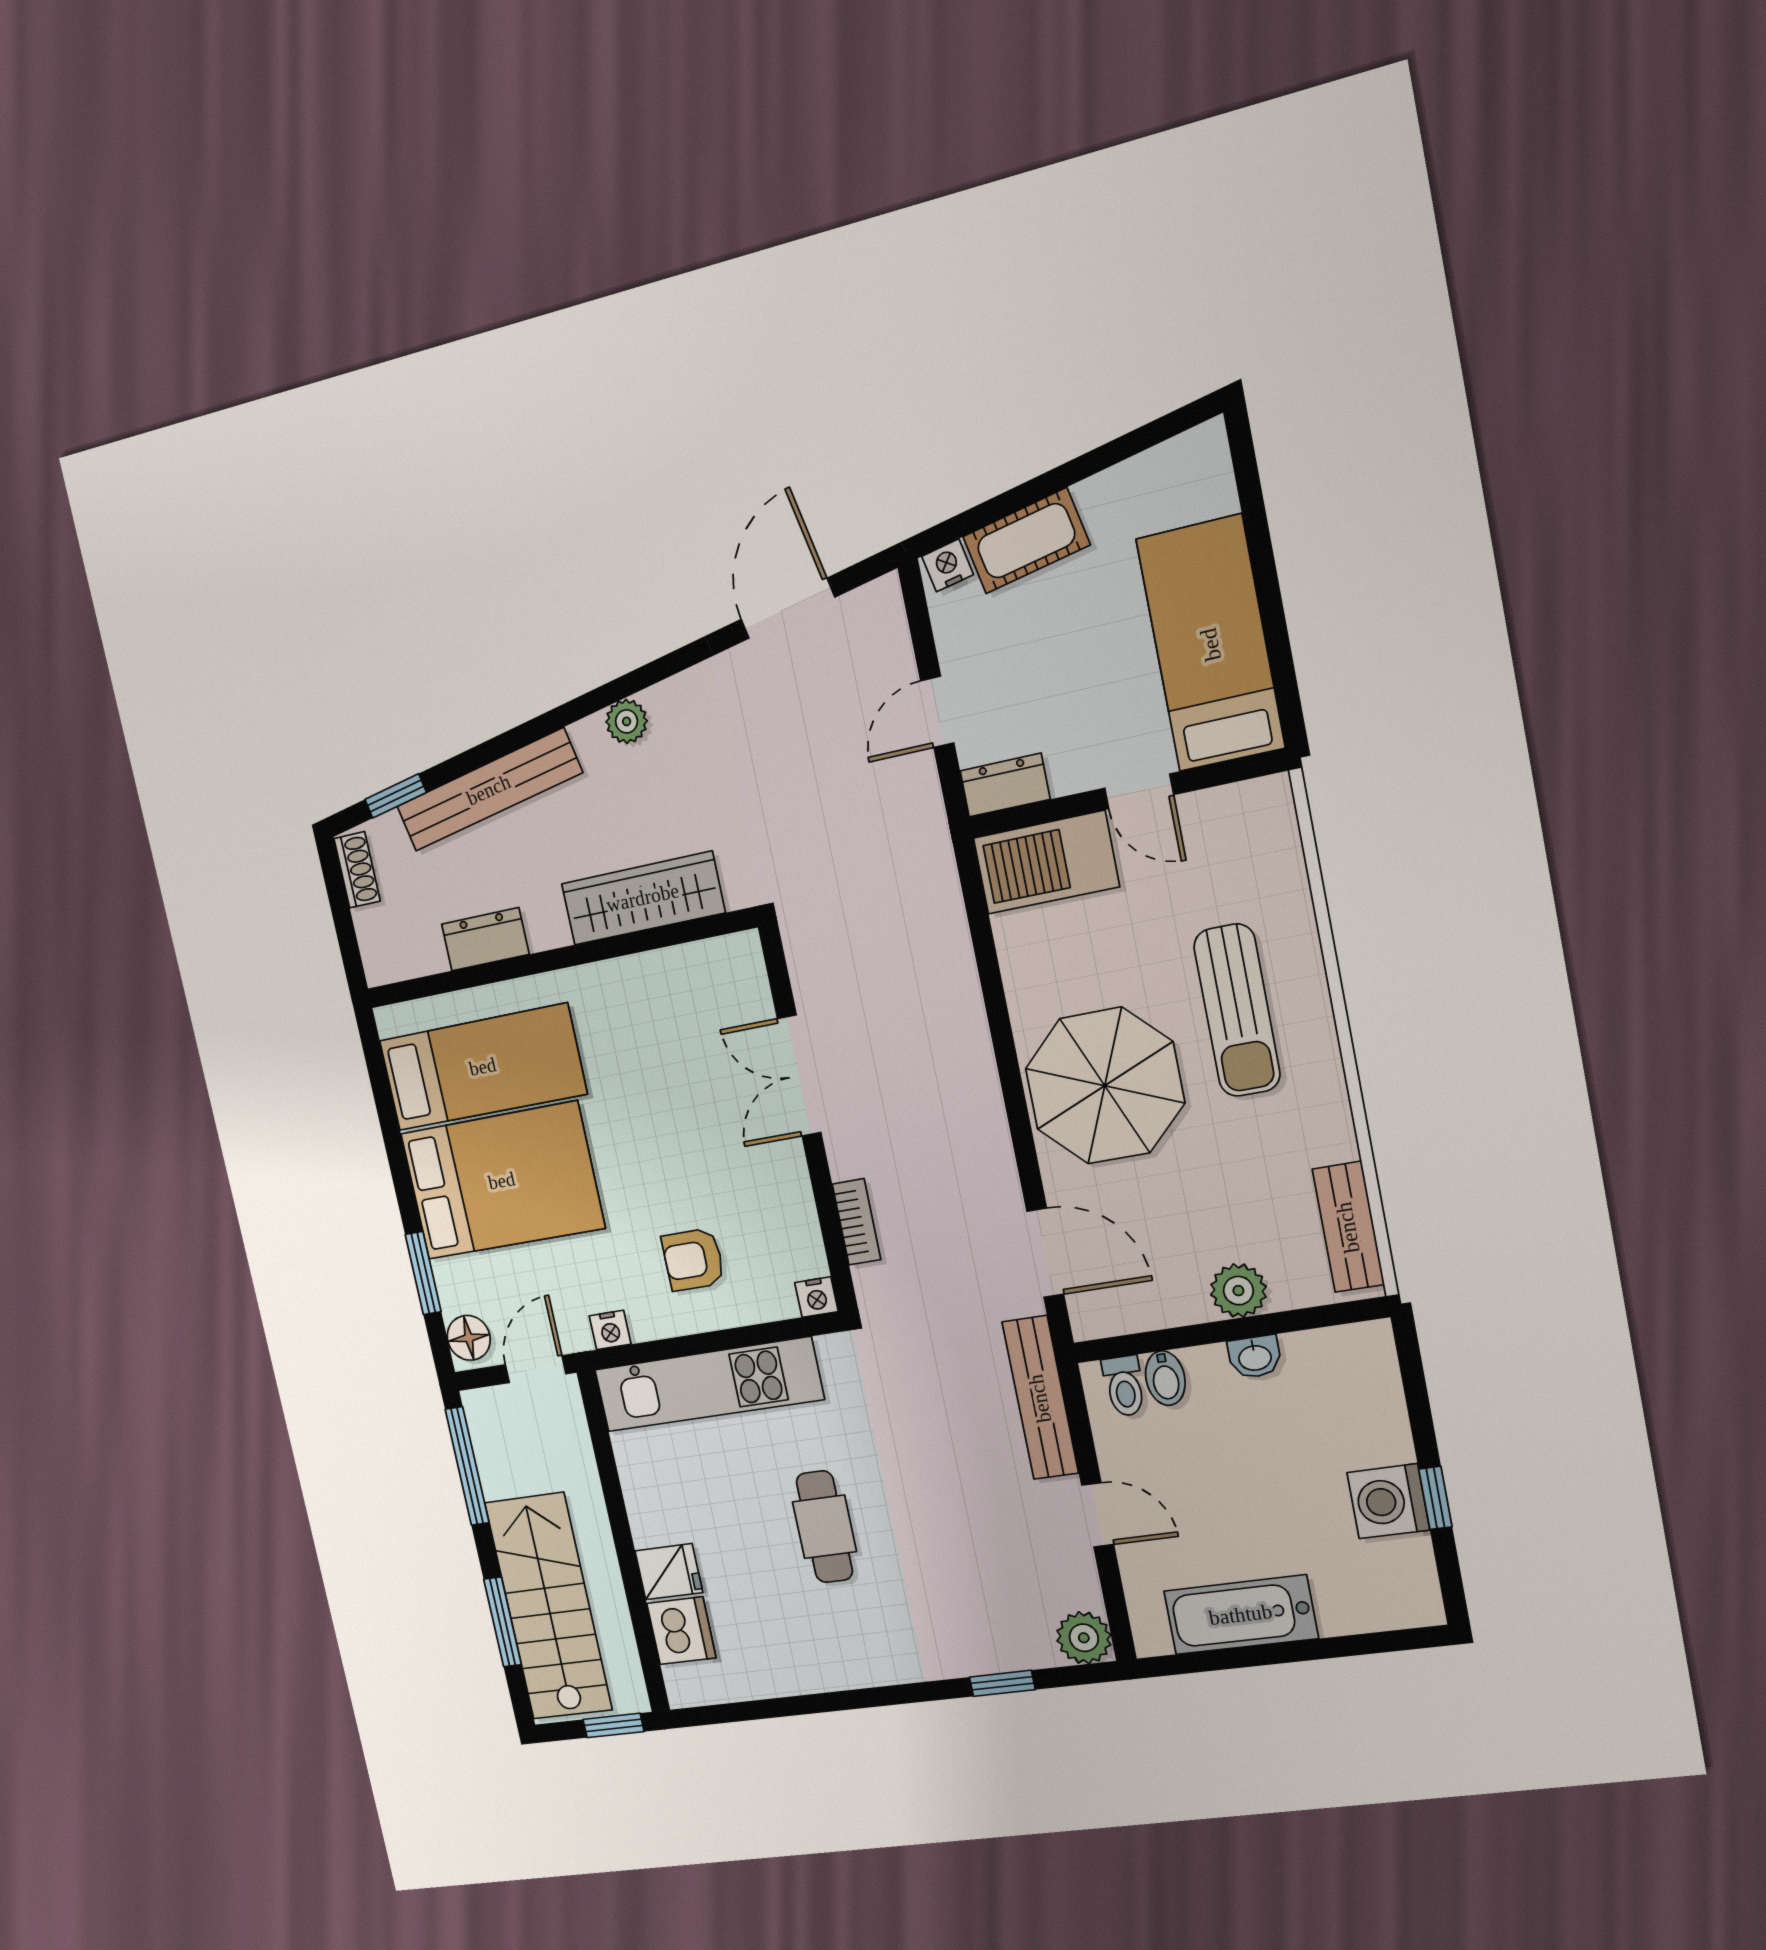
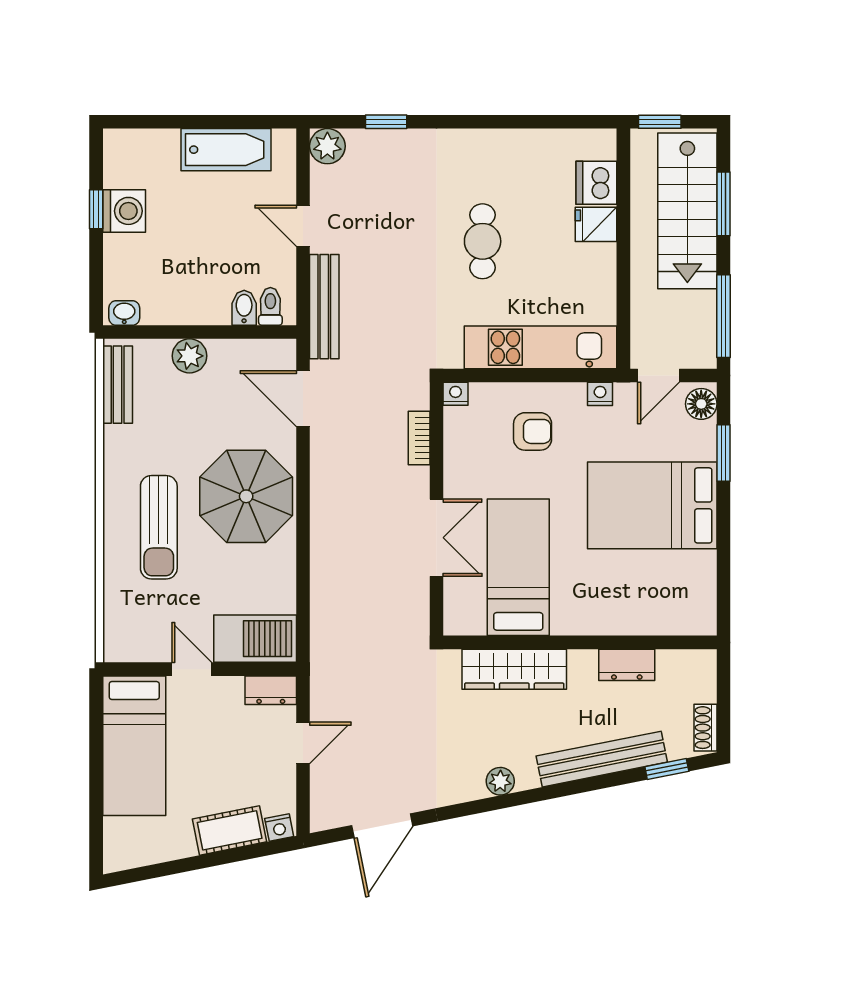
sun lounger: (1237, 1010) -> (159, 527), turned 180
bed: (483, 1067) -> (518, 567), moved, turned 90
washbasin: (1255, 1357) -> (124, 313), moved

